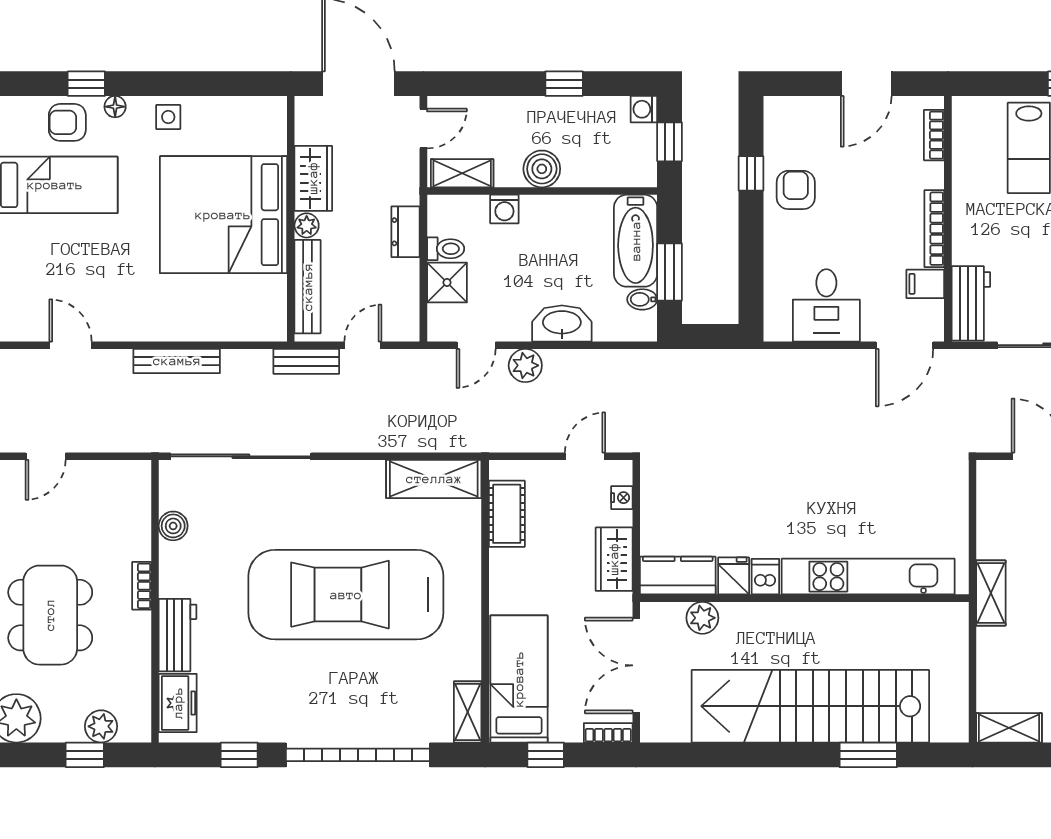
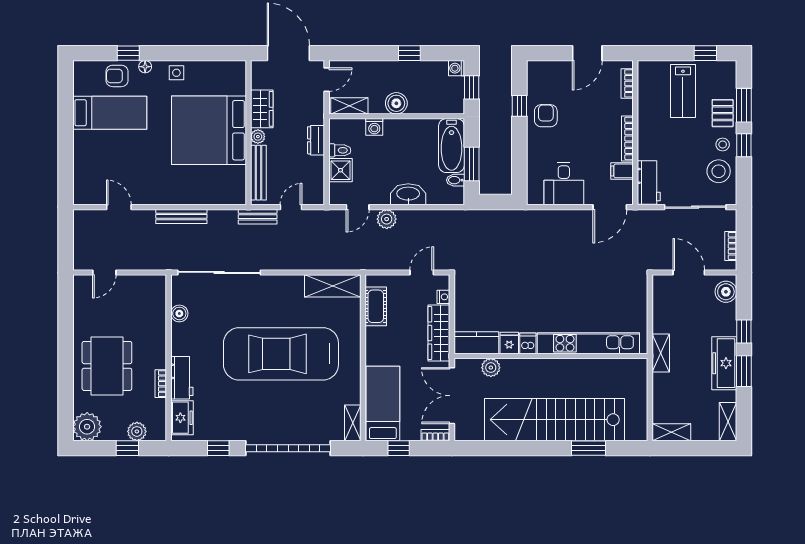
wardrobe: (614, 559) -> (439, 333), width x1.50
bookcase: (142, 586) -> (161, 384), moved

